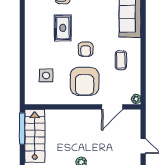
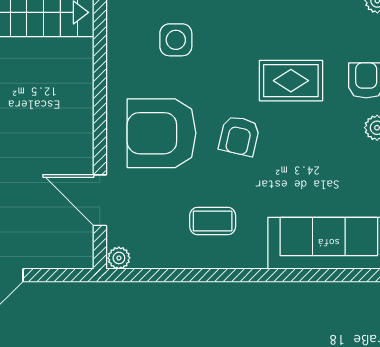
armchair: (86, 49) -> (239, 136), turned -77

